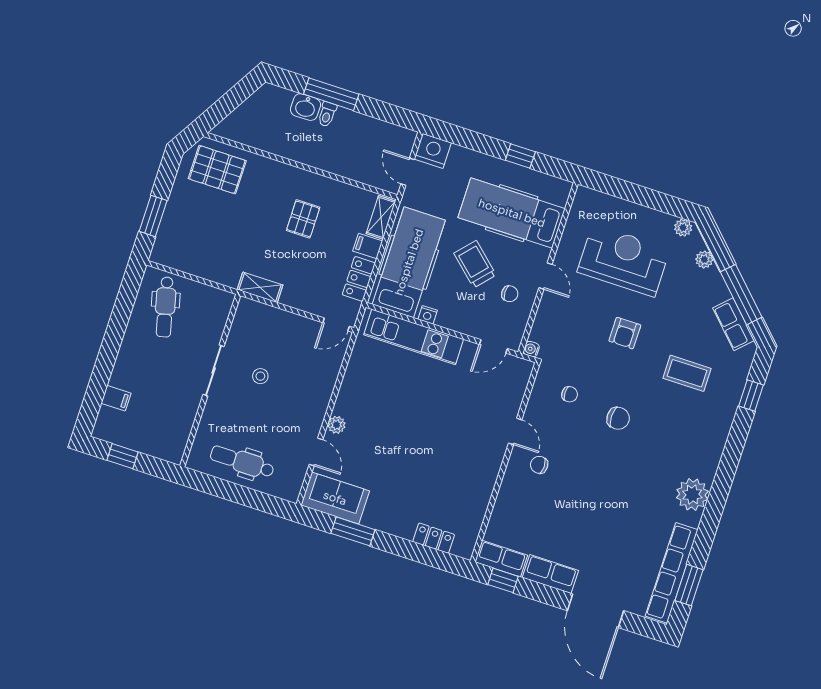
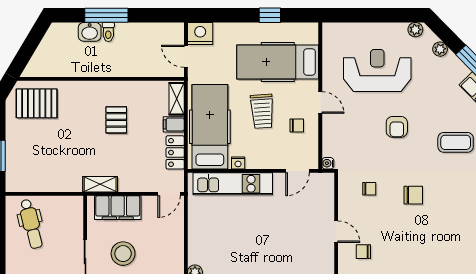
trolley: (475, 264) -> (262, 111), turned -136
filing cabinet: (272, 321) -> (118, 208), added
stool: (260, 376) -> (123, 254), width x1.89, depth x1.89

